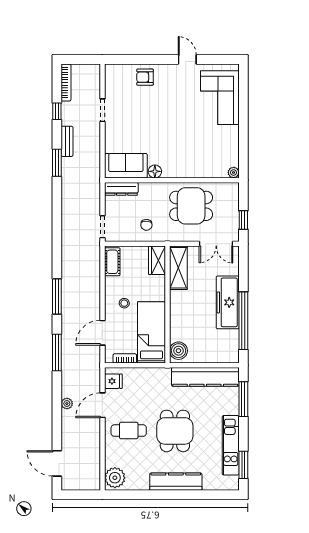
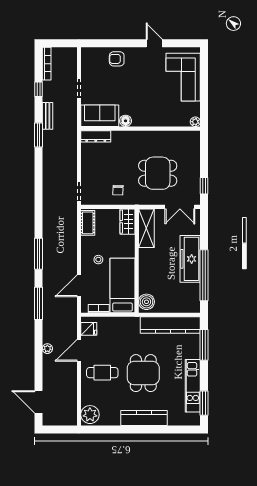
sofa: (126, 166) -> (100, 116), moved
floor lamp: (155, 171) -> (126, 121), moved
plant: (234, 172) -> (195, 122), moved
wall: (172, 180) -> (141, 129), moved
dresser: (121, 189) -> (96, 136), moved

